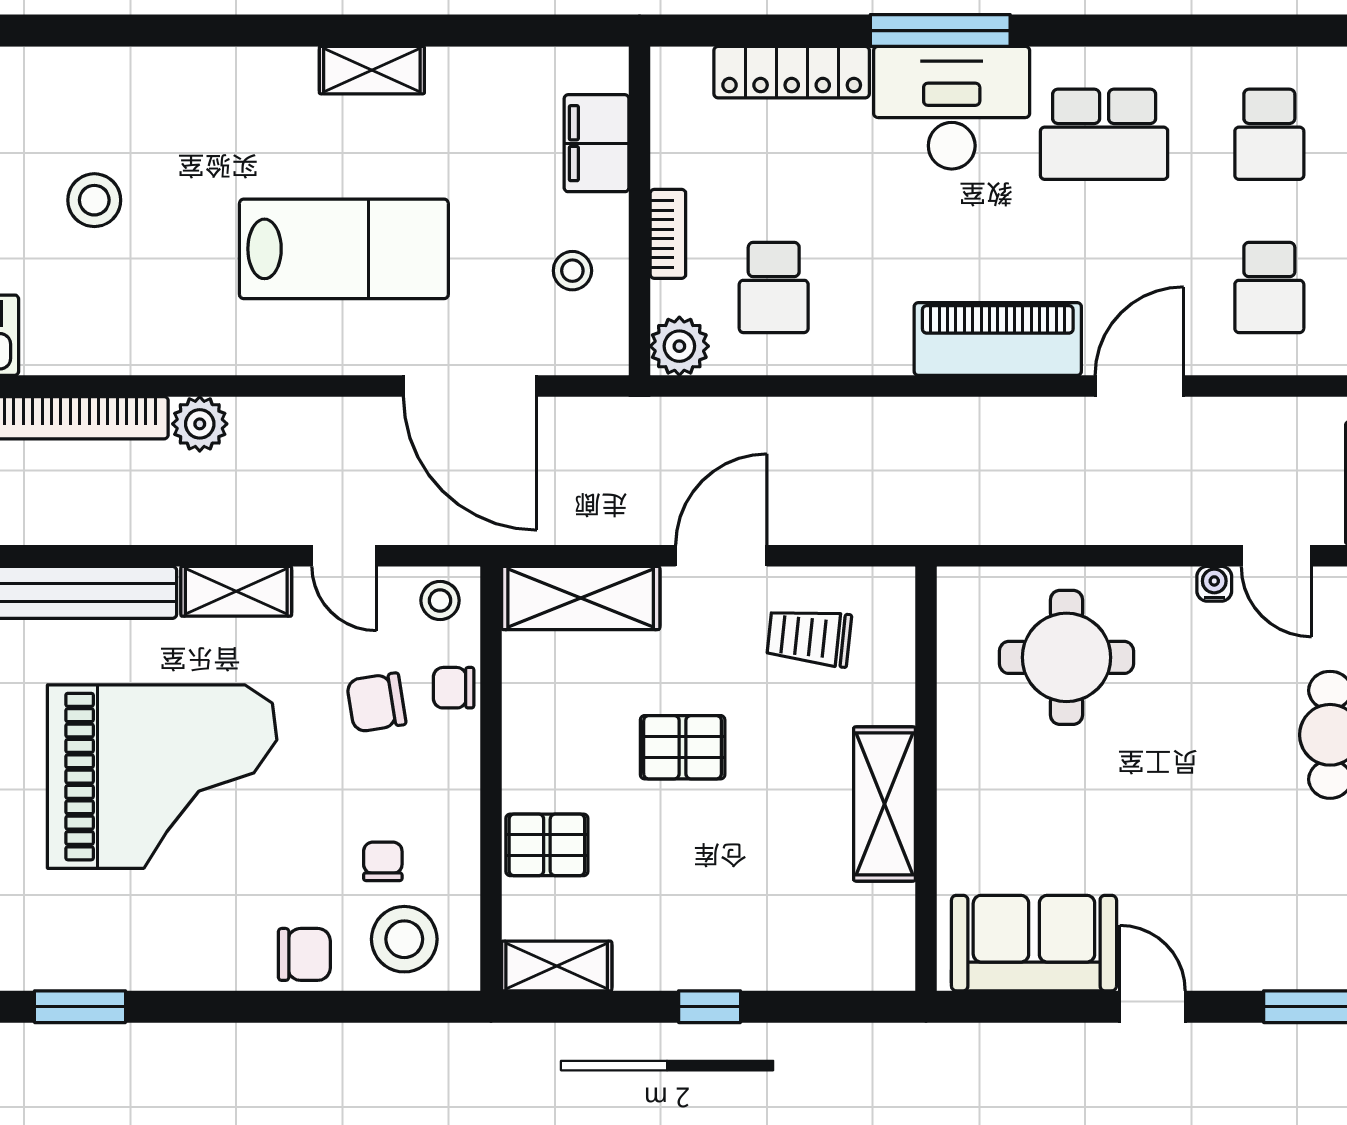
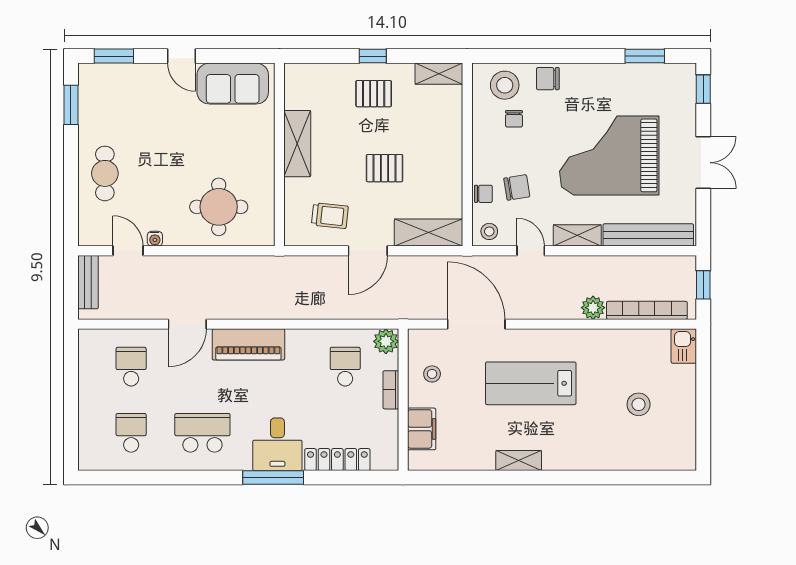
desk: (952, 108) -> (277, 444), width x0.73
pallet: (547, 845) -> (374, 94), moved

